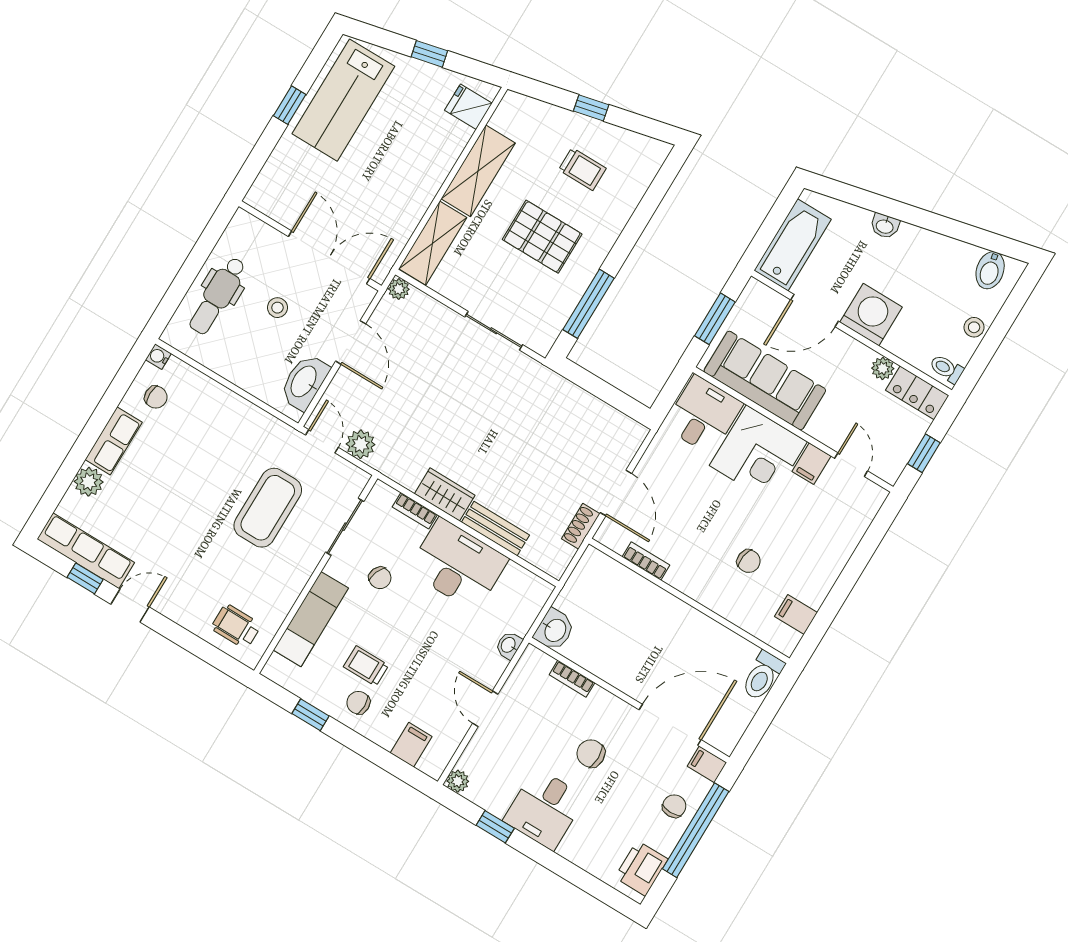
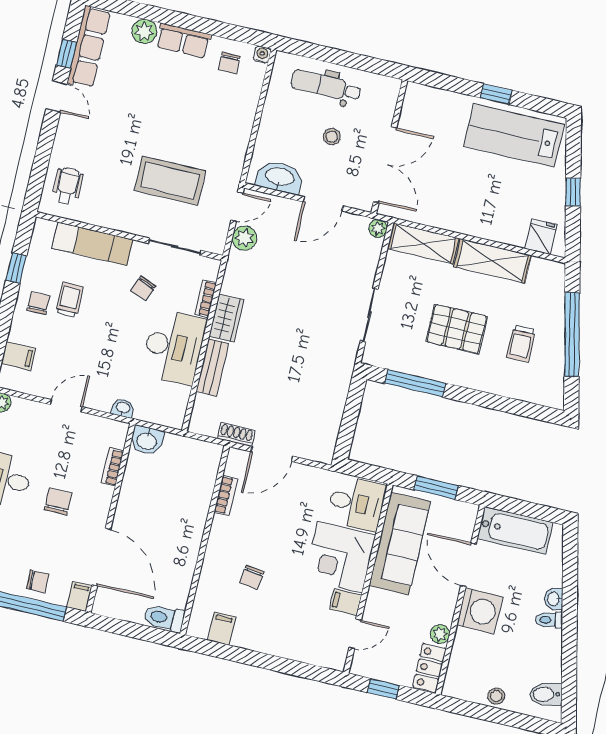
window: (591, 108) -> (572, 335), width x3.17
pallet: (542, 237) -> (457, 329), turned 90
toilet: (947, 369) -> (549, 620), moved, turned -103

